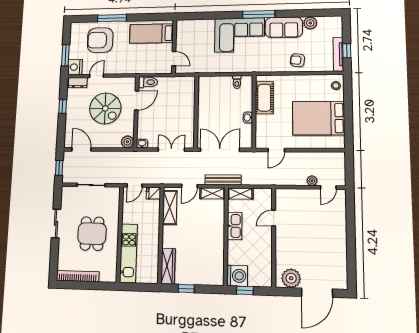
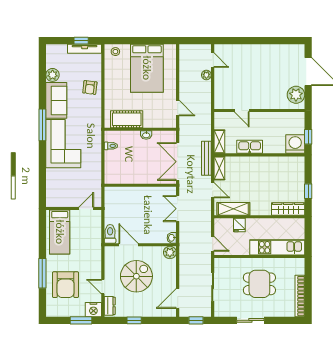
fridge: (153, 193) -> (239, 225), moved

